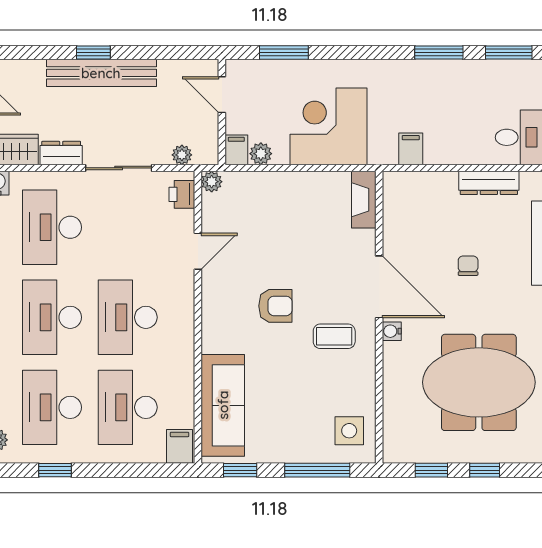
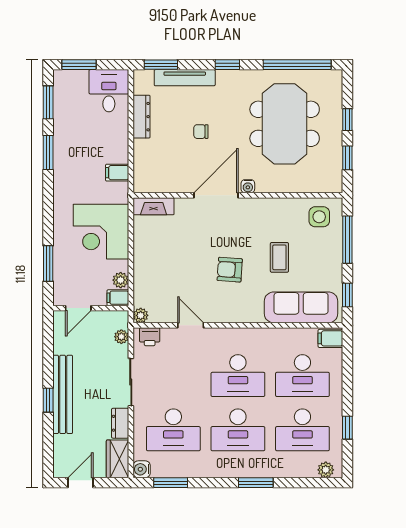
armchair: (275, 306) -> (230, 270), turned -86
coffee table: (334, 336) -> (279, 257), moved

